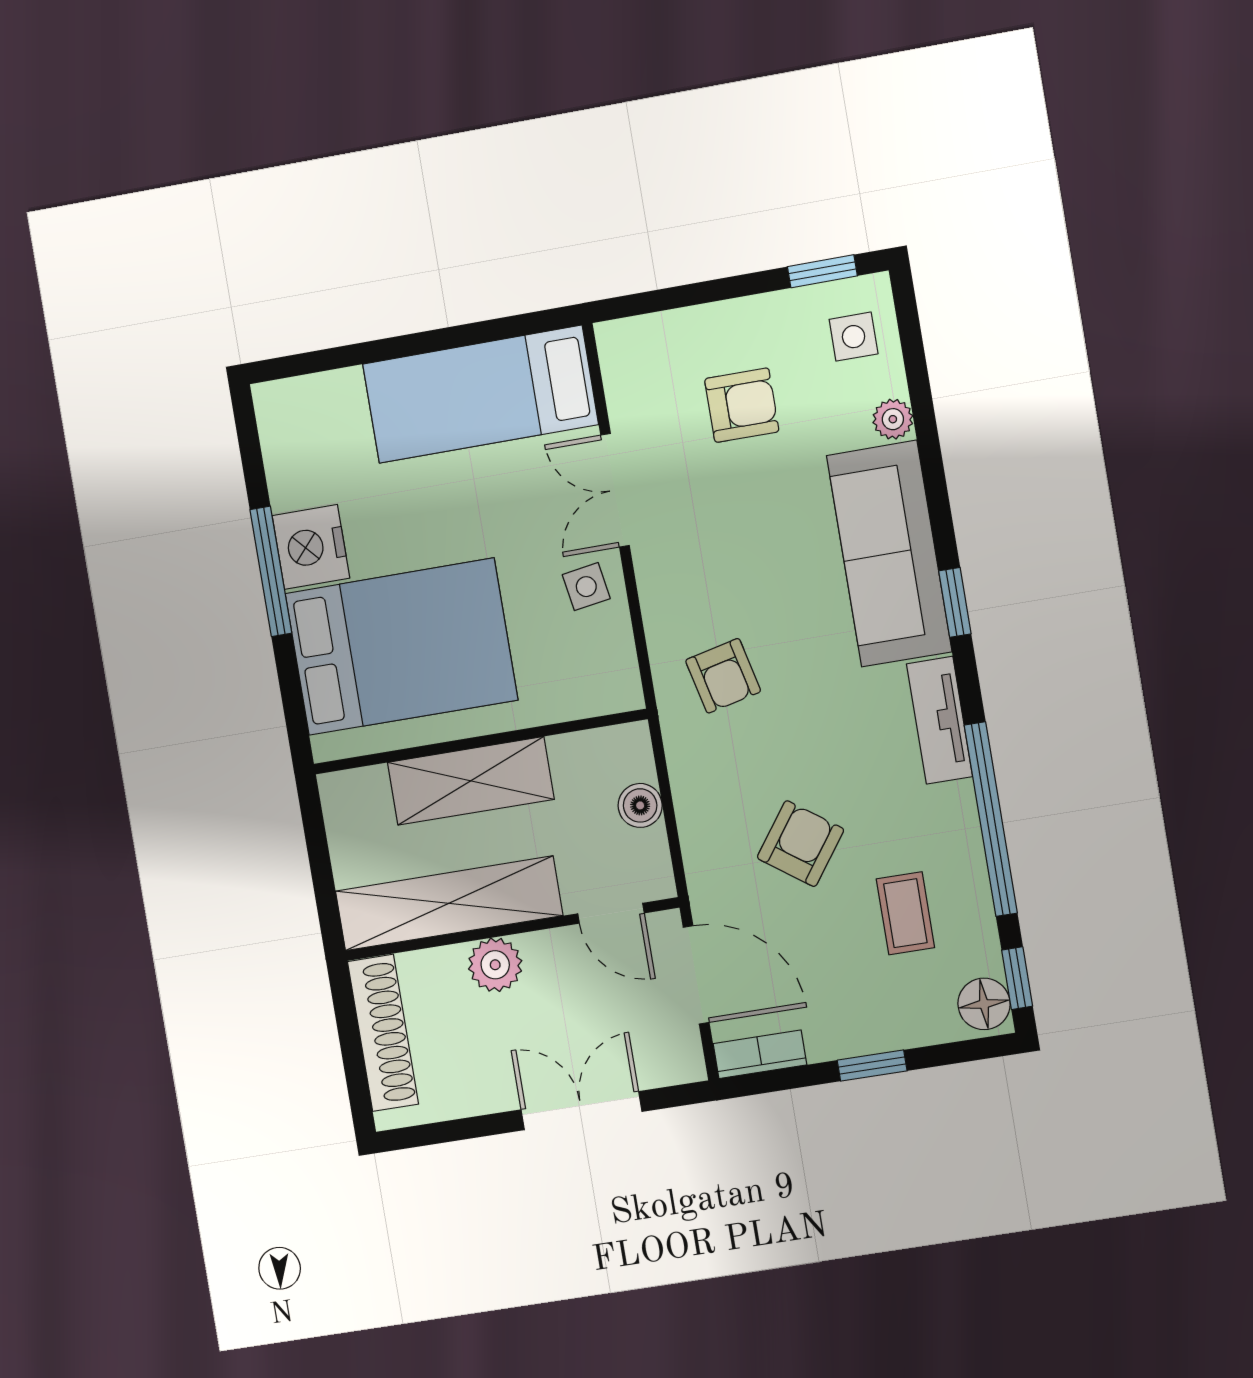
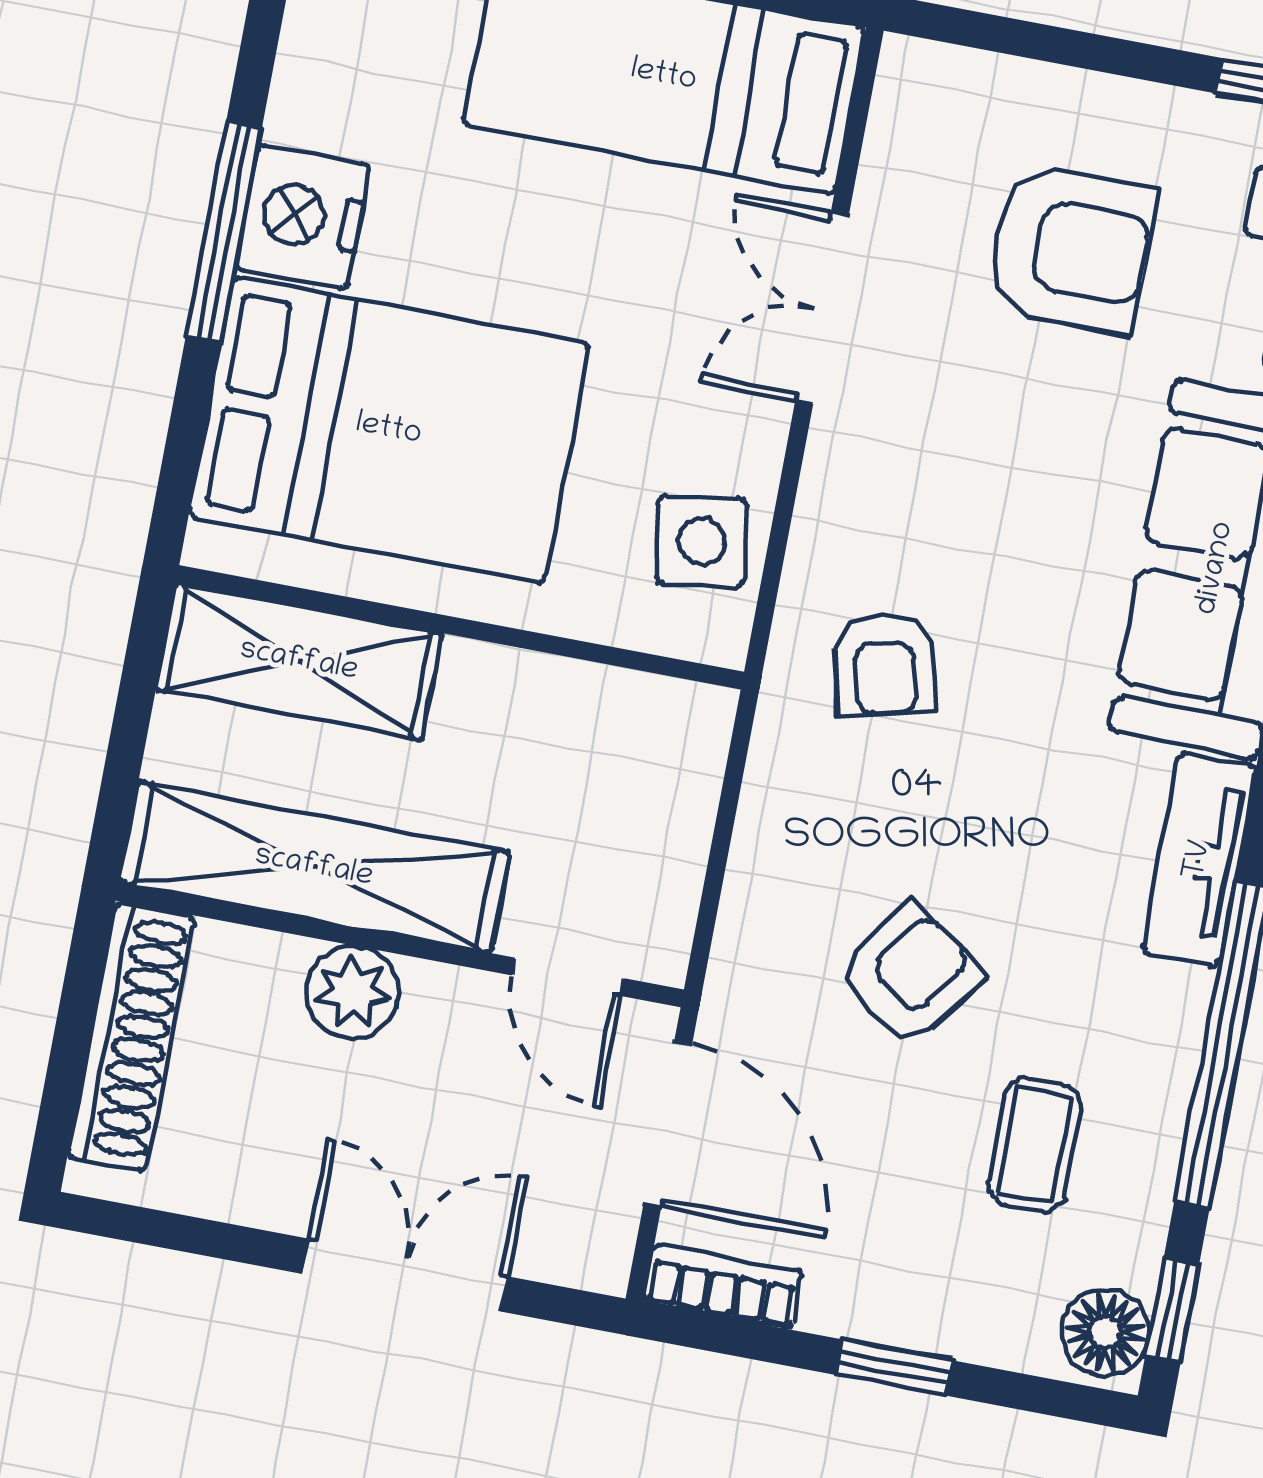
armchair: (742, 405) -> (1071, 249), width x1.38, depth x1.38
side table: (586, 587) -> (701, 541), moved, width x1.37, depth x1.37
shelving: (471, 781) -> (299, 661), moved
boiler: (640, 805) -> (678, 822), removed

